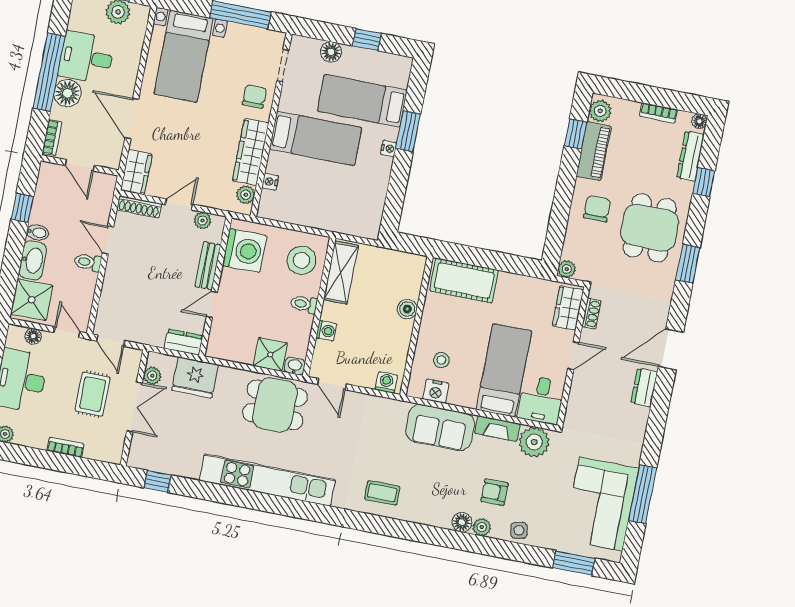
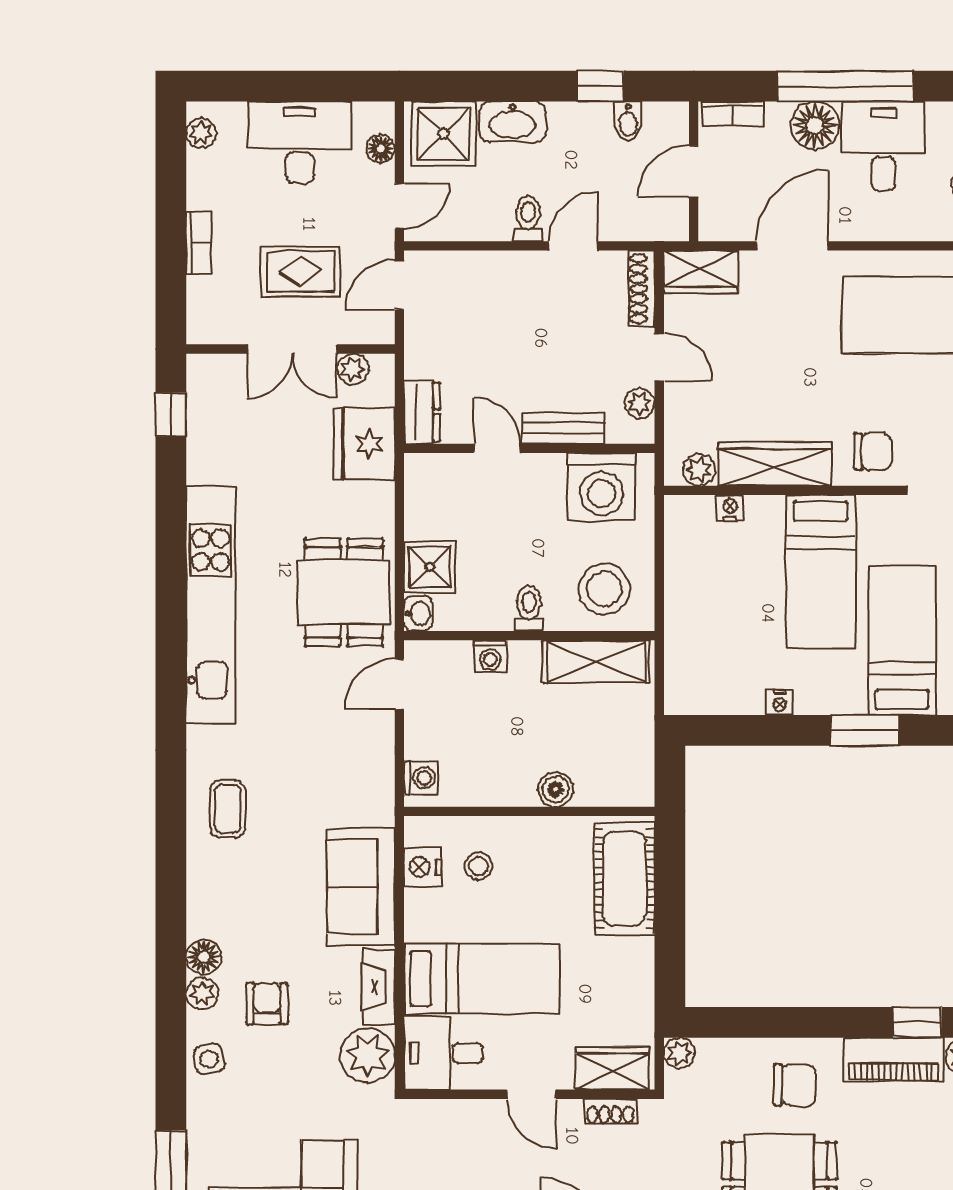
nightstand: (389, 149) -> (780, 703), moved
bidet: (38, 232) -> (628, 121), moved

